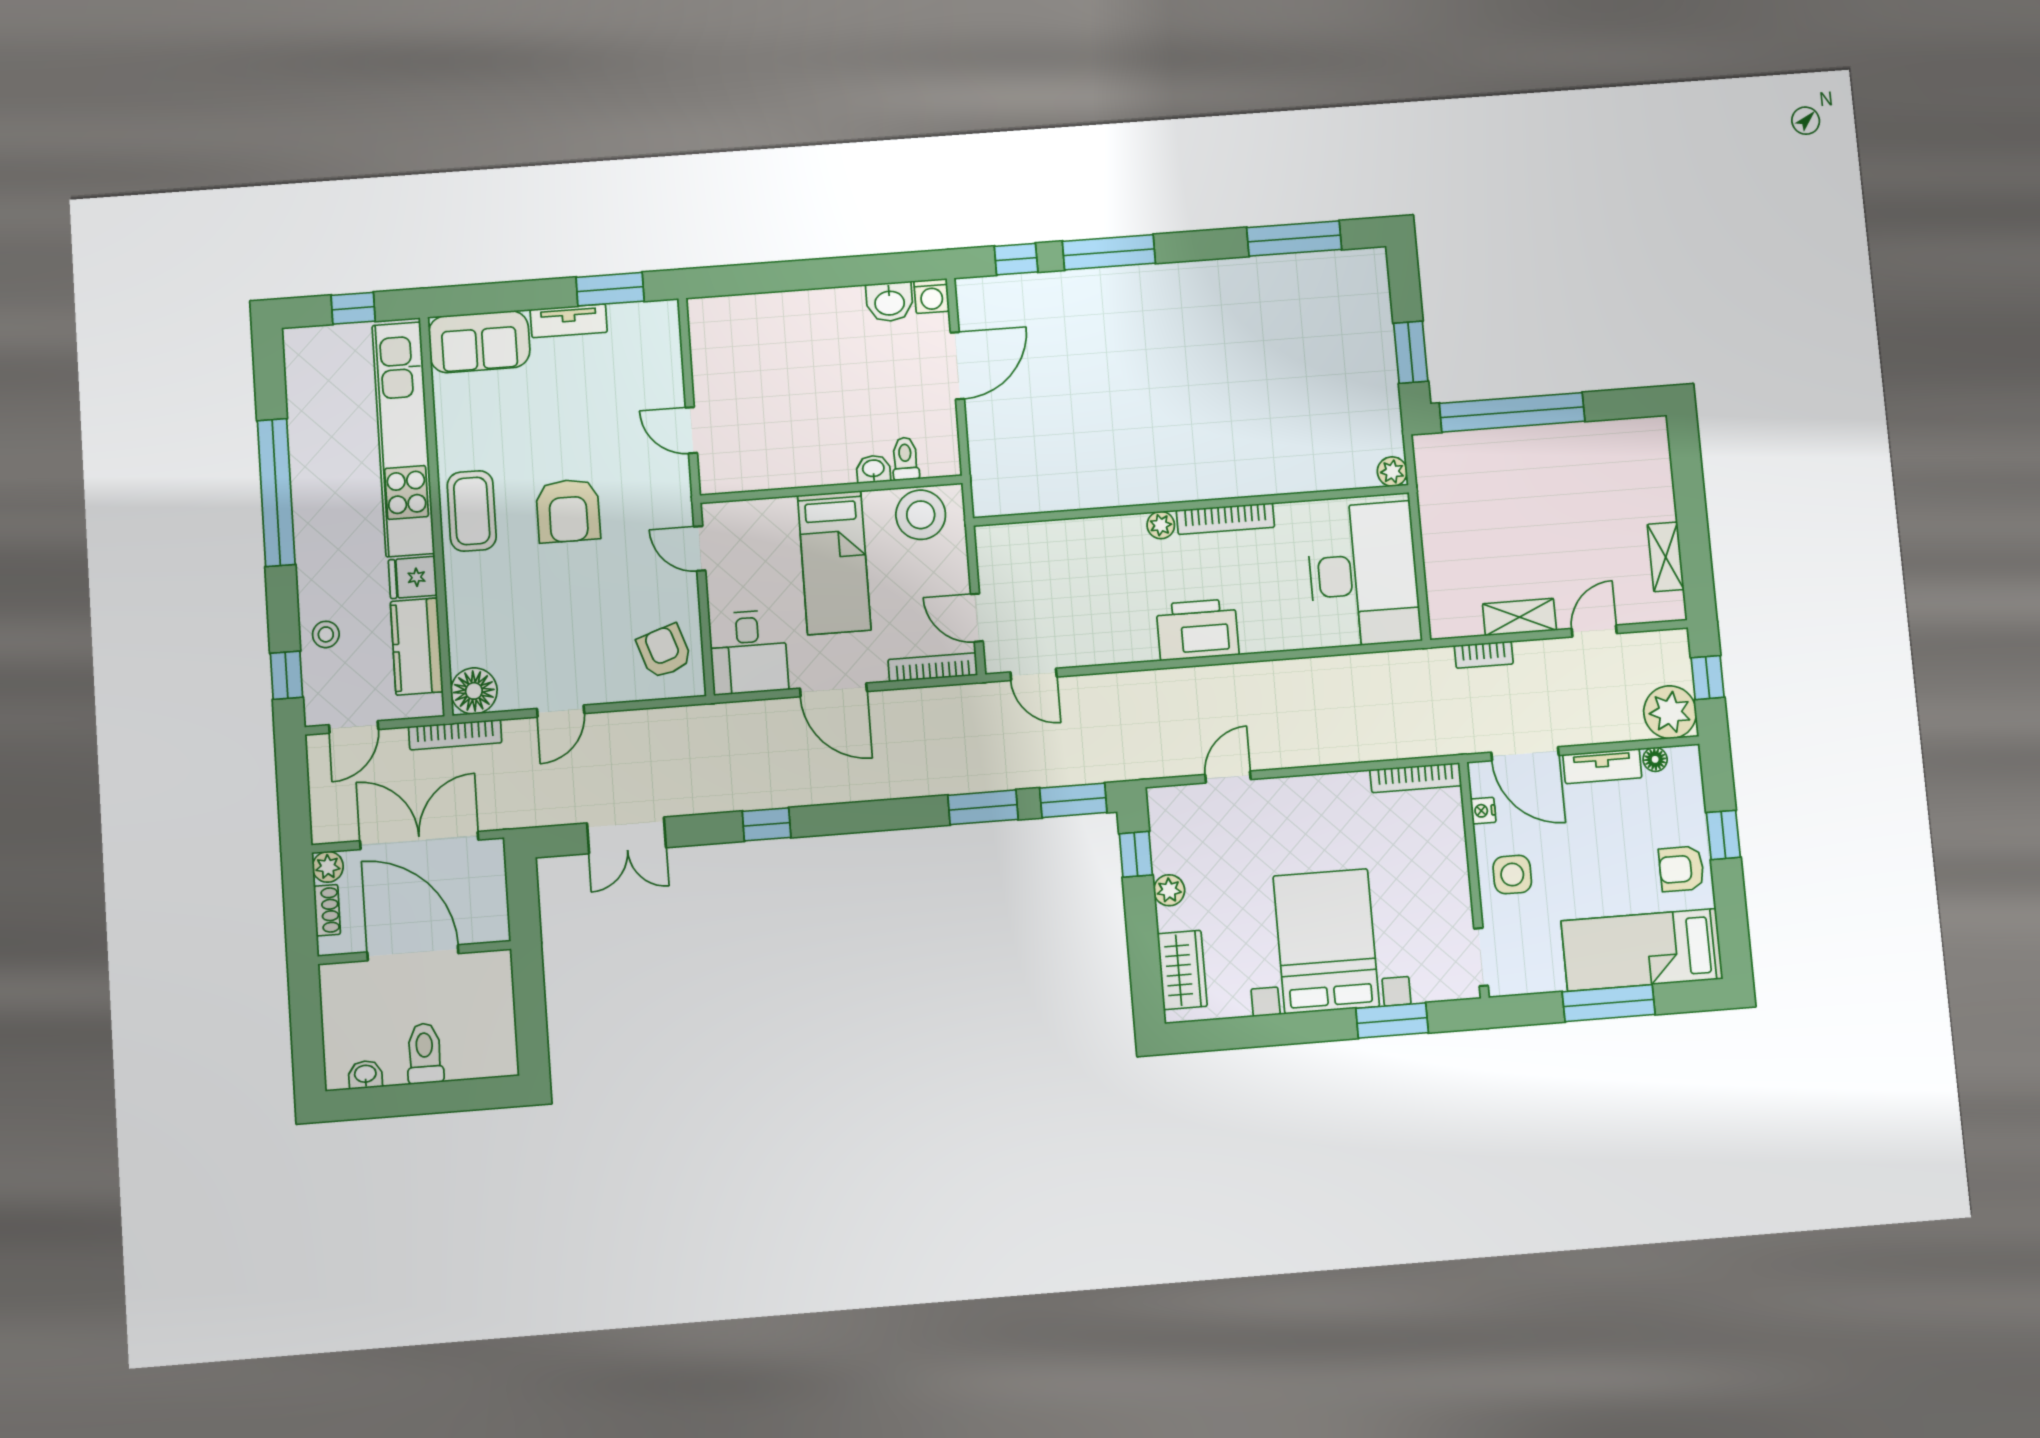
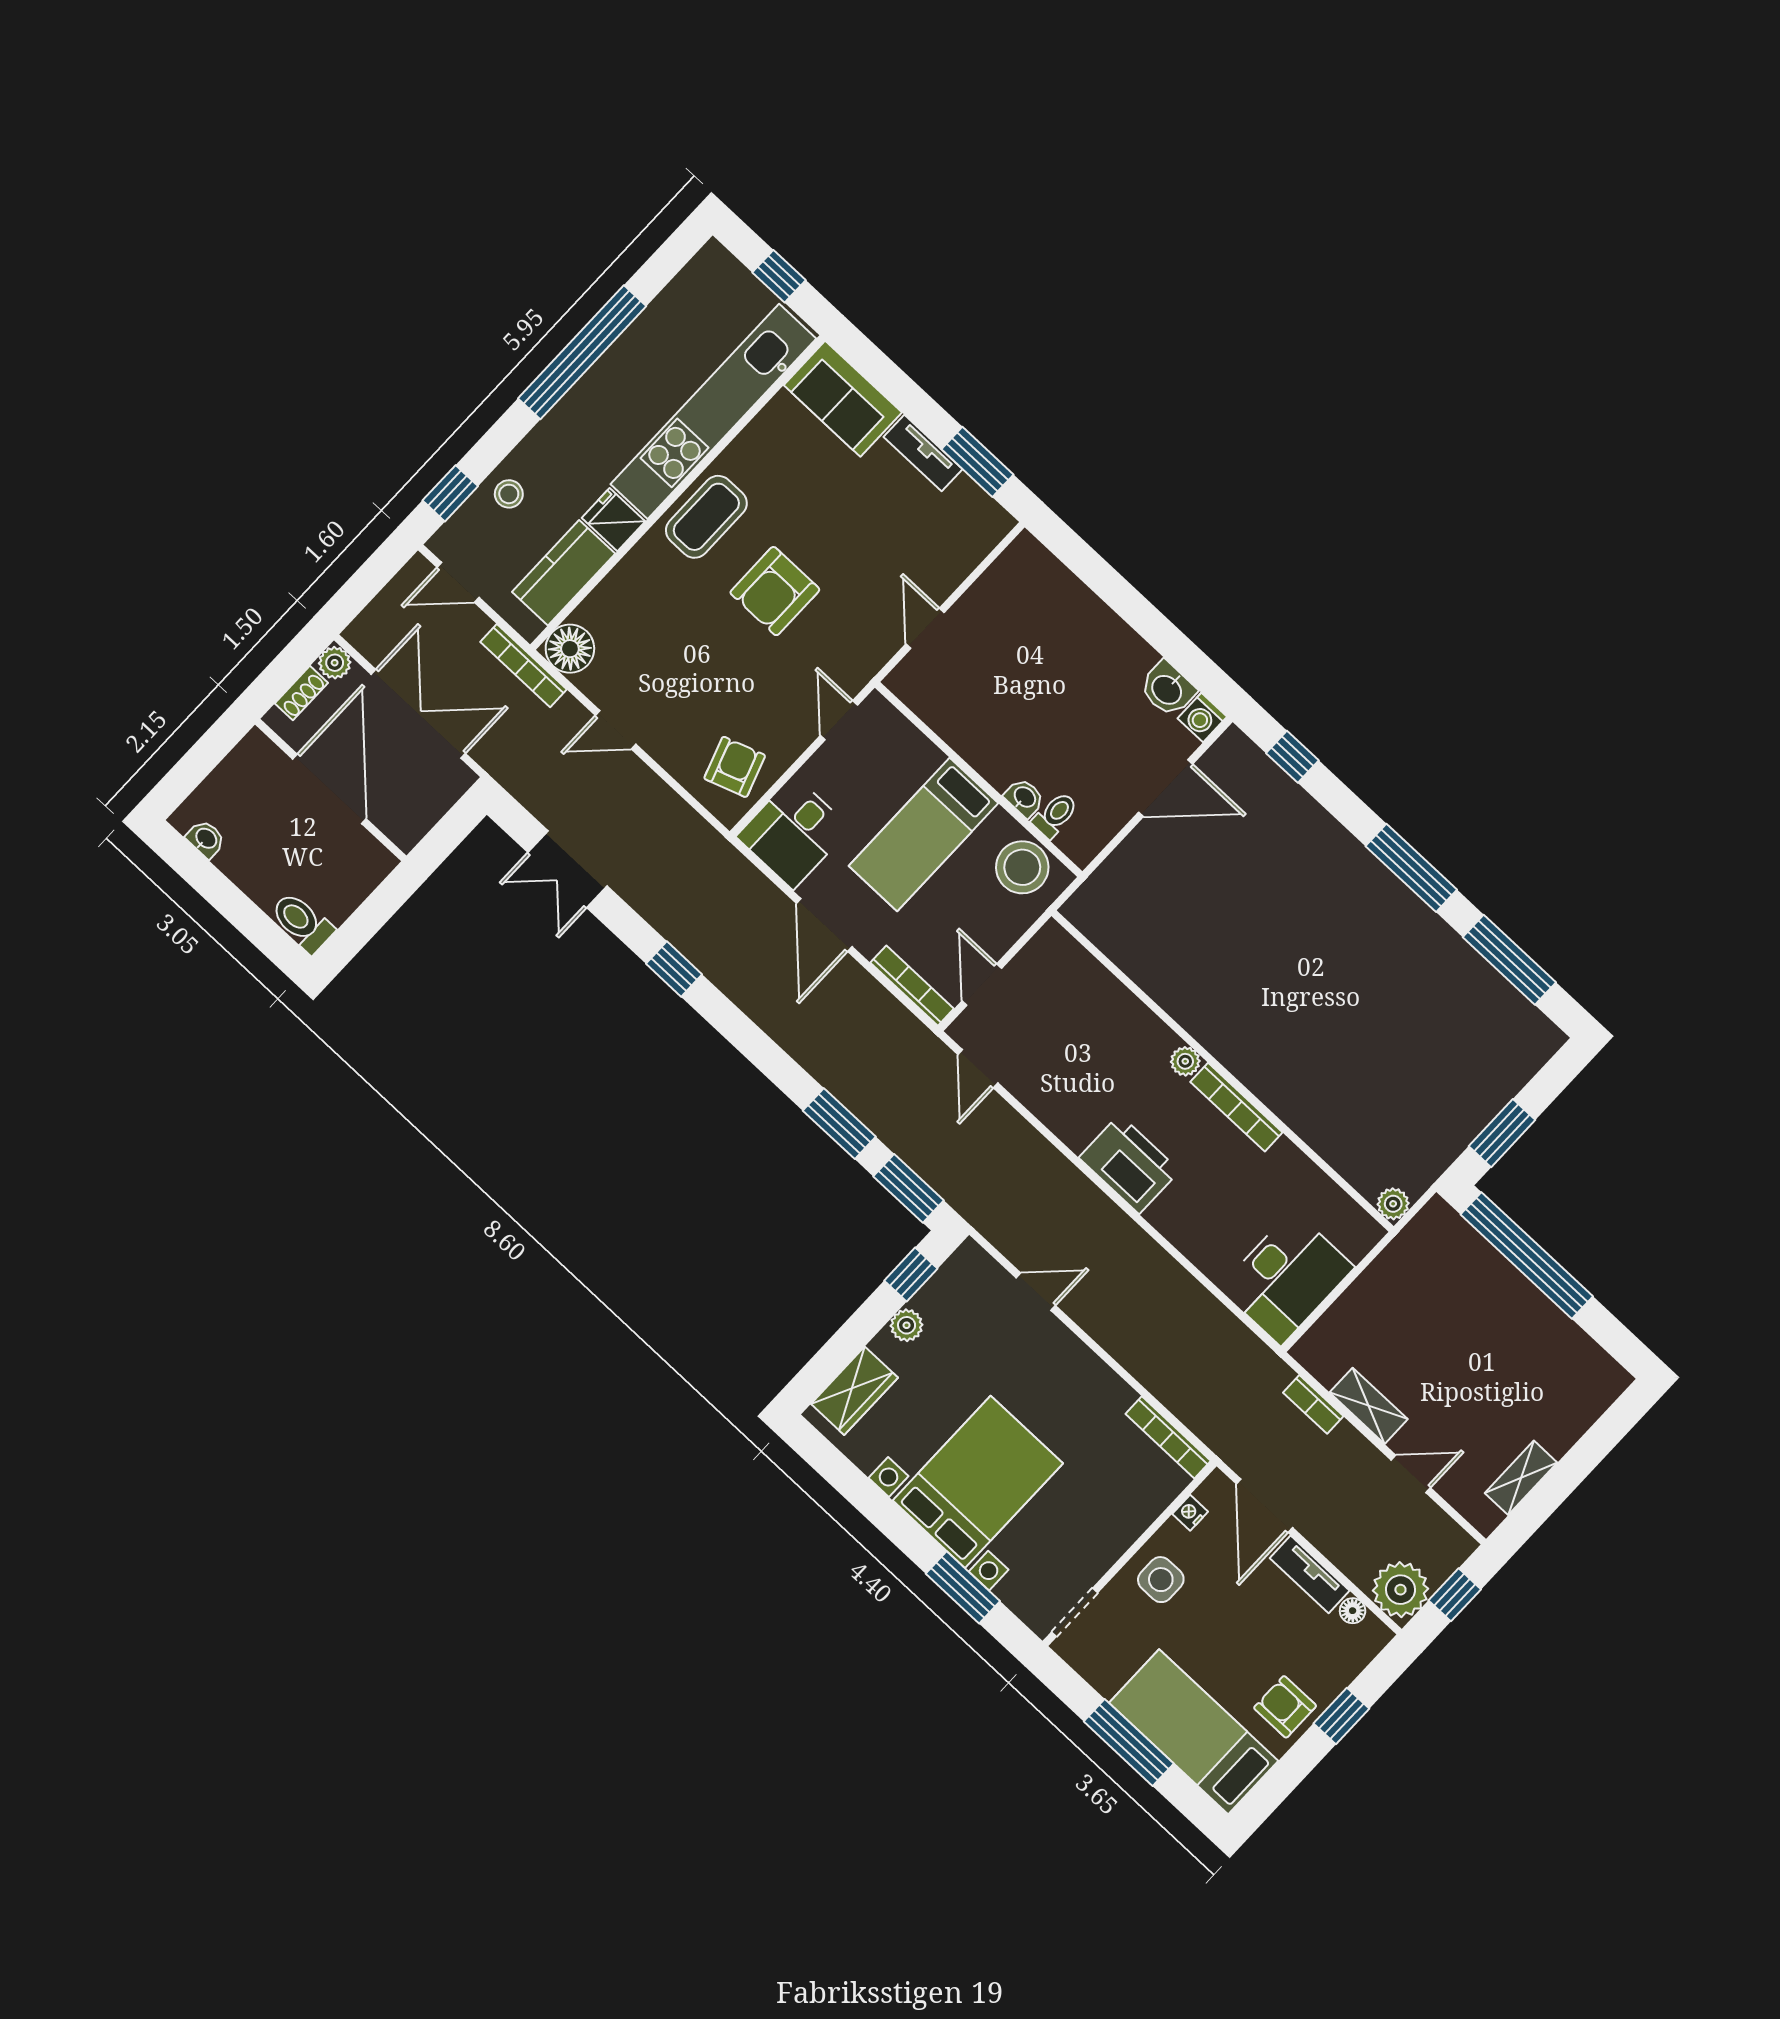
window: (1109, 252) -> (1411, 868), moved
desk: (1364, 574) -> (1287, 1278), width x0.73, depth x0.77
toilet: (425, 1053) -> (302, 922), moved, turned -90

